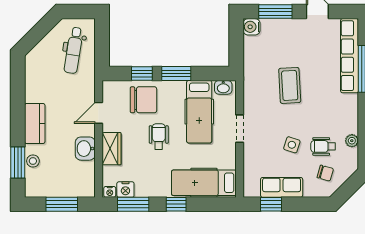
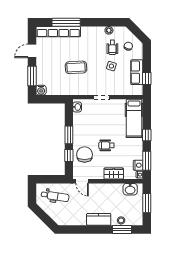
hospital bed: (199, 112) -> (92, 121), removed
door: (99, 113) -> (82, 181), moved
washbasin: (85, 149) -> (130, 189), moved

